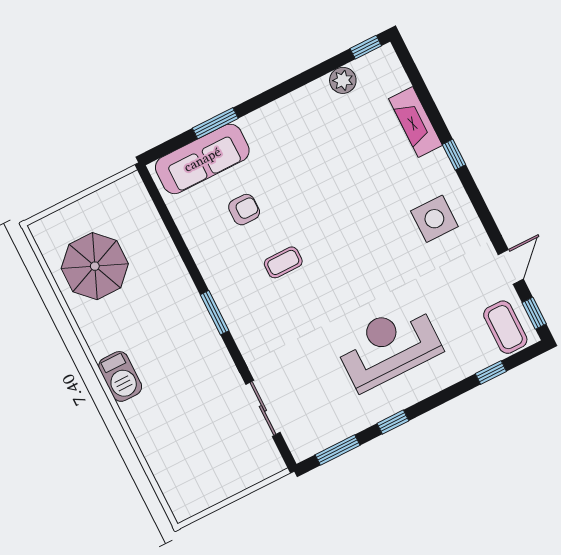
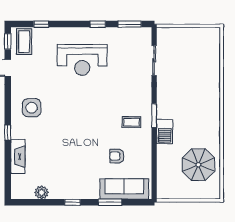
window: (366, 47) -> (72, 202), moved
coffee table: (283, 262) -> (131, 122), moved
barbecue: (120, 376) -> (165, 132), moved, turned 180

